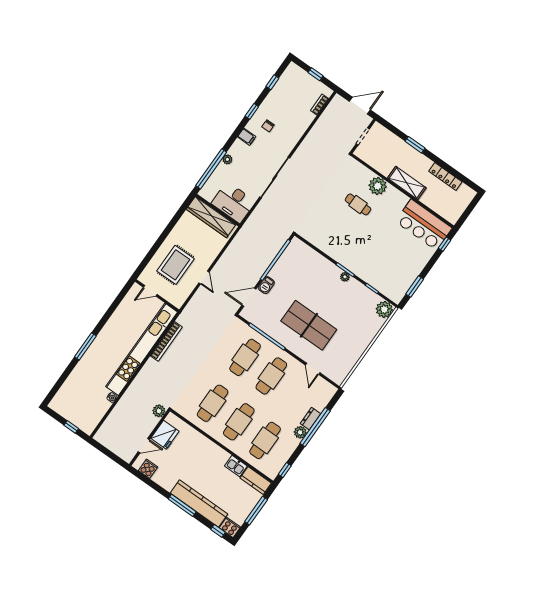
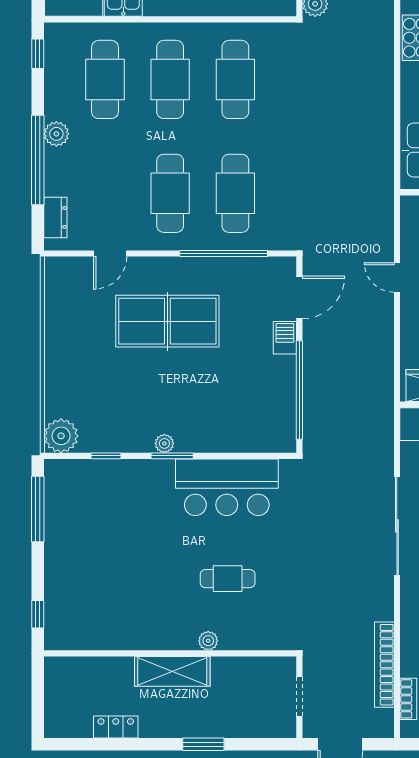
locker: (445, 177) -> (116, 727), width x0.66
plant: (378, 186) -> (208, 641), width x0.53, depth x0.53
bar counter: (424, 225) -> (227, 487), moved, turned 180
window: (415, 287) -> (38, 509), width x1.44
bookcase: (166, 341) -> (384, 665), moved
door: (313, 369) -> (110, 253), swing flipped
dresser: (311, 419) -> (55, 217), moved

